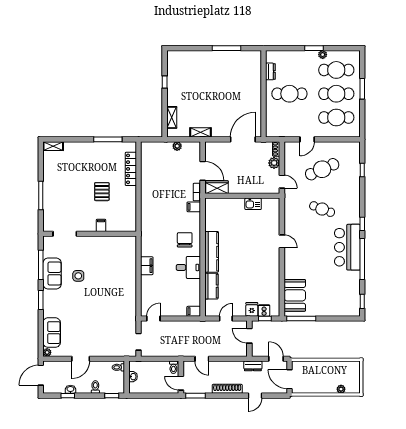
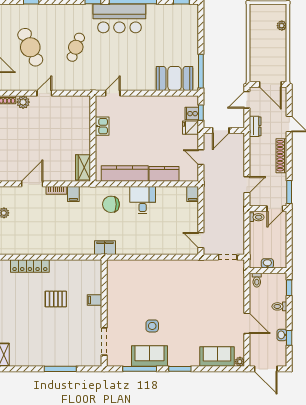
wardrobe: (217, 187) -> (83, 167), moved
wall: (242, 196) -> (93, 138), moved
kitchen sink: (253, 204) -> (102, 126), moved
filing cabinet: (147, 266) -> (105, 248), moved
door: (290, 379) -> (270, 84), hinge flipped

